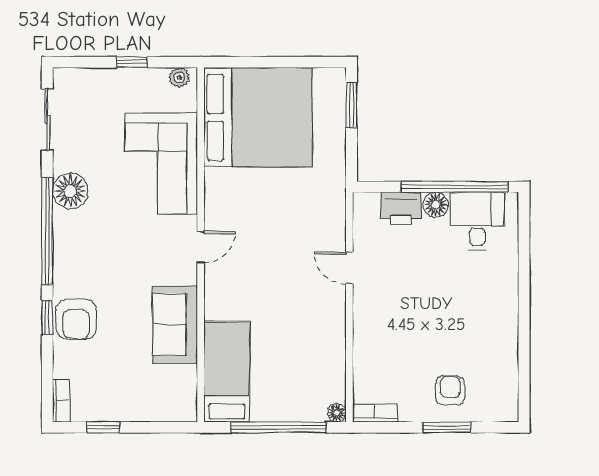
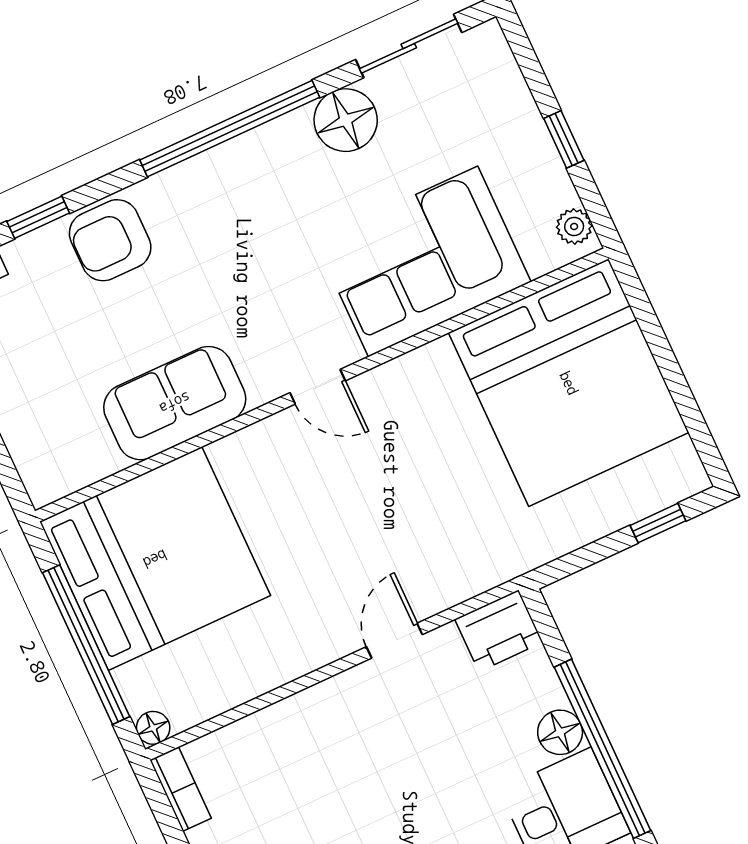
window: (351, 105) -> (658, 523), width x0.67
floor lamp: (70, 191) -> (346, 120), moved
printer: (401, 209) -> (499, 631), moved, turned -90
window: (47, 317) -> (38, 217), moved
bed: (227, 372) -> (155, 559), width x2.04

